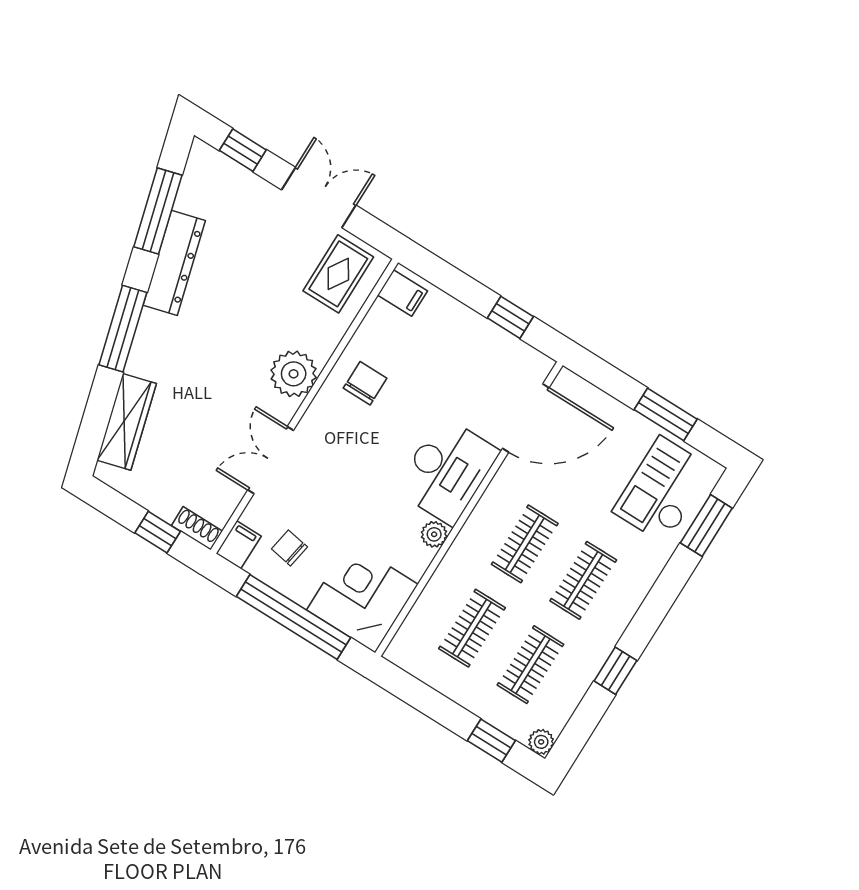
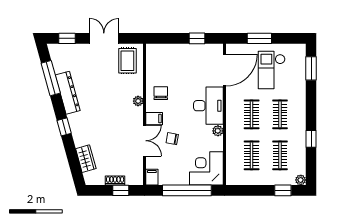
filing cabinet: (403, 293) -> (154, 119), moved
window: (123, 329) -> (64, 127), width x0.46
plant: (294, 374) -> (138, 101), width x0.53, depth x0.53
window: (666, 414) -> (259, 38), moved
wardrobe: (127, 422) -> (86, 159), width x0.67
double door: (271, 460) -> (145, 141), swing flipped
checkout: (663, 490) -> (272, 70), moved
shoe rack: (197, 528) -> (115, 181), moved
chair: (289, 548) -> (172, 139), moved

